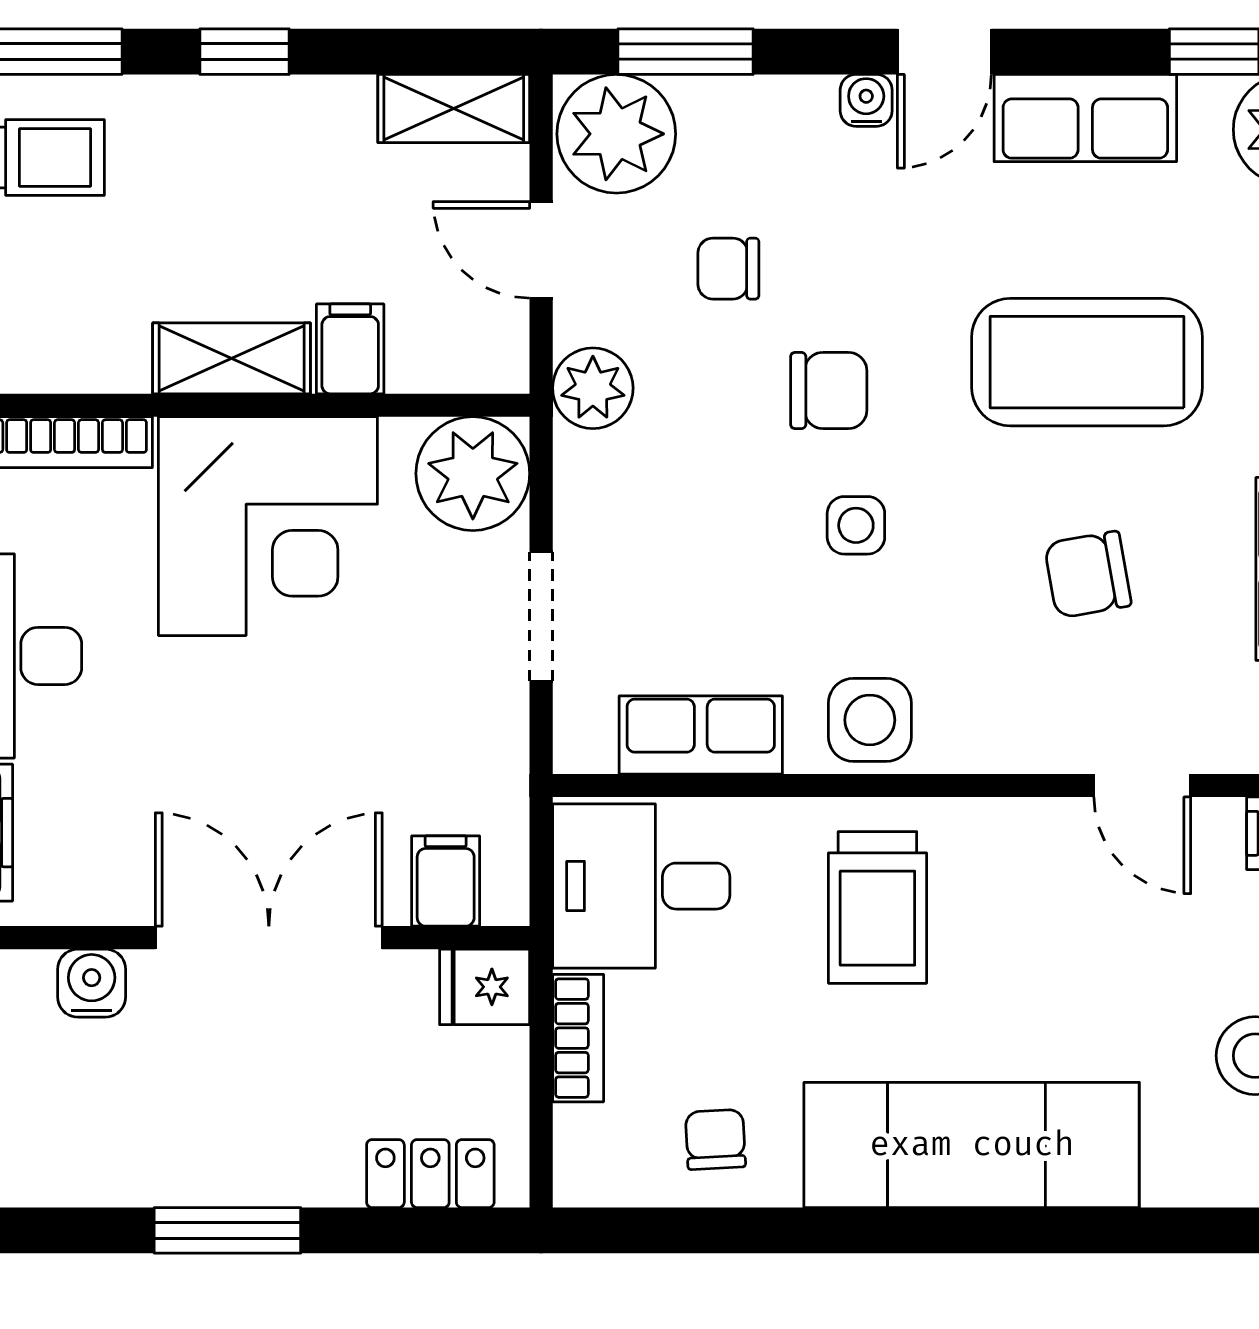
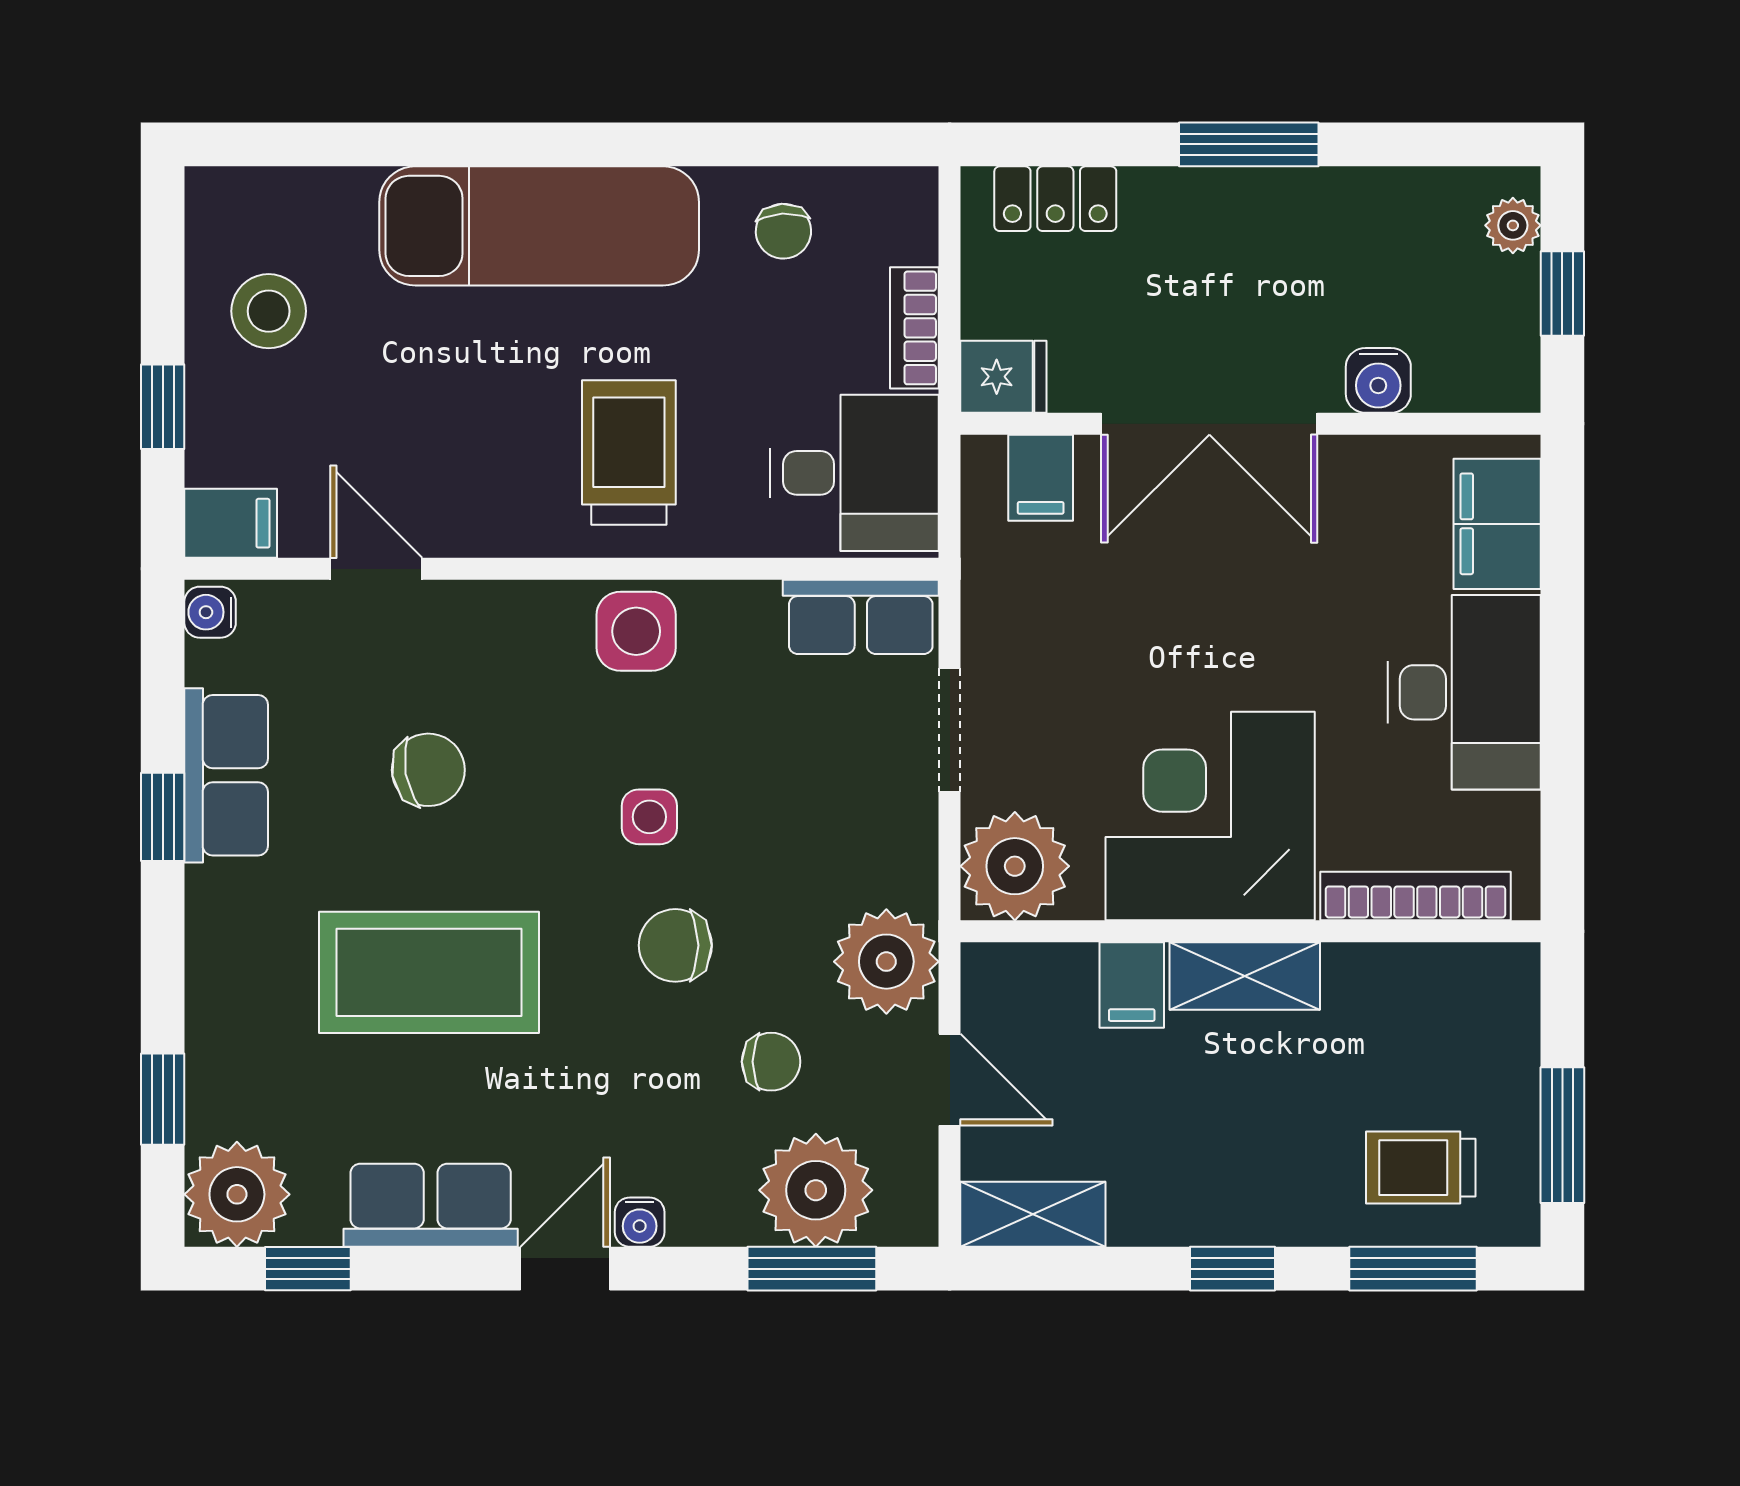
plant: (616, 134) -> (816, 1190), moved
plant: (593, 388) -> (886, 962), width x1.36, depth x1.36
row of seats: (701, 735) -> (861, 617), moved

